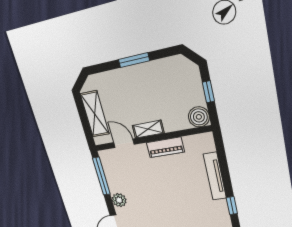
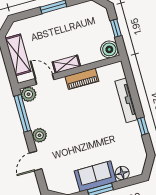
plant: (107, 157) -> (29, 94), added

